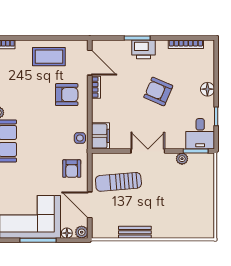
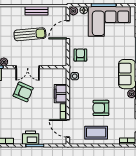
armchair: (158, 91) -> (23, 92), moved
armchair: (67, 95) -> (101, 108), moved
filing cabinet: (100, 136) -> (60, 94), moved
sun lounger: (118, 182) -> (30, 34), moved
door: (90, 205) -> (68, 30), swing flipped

